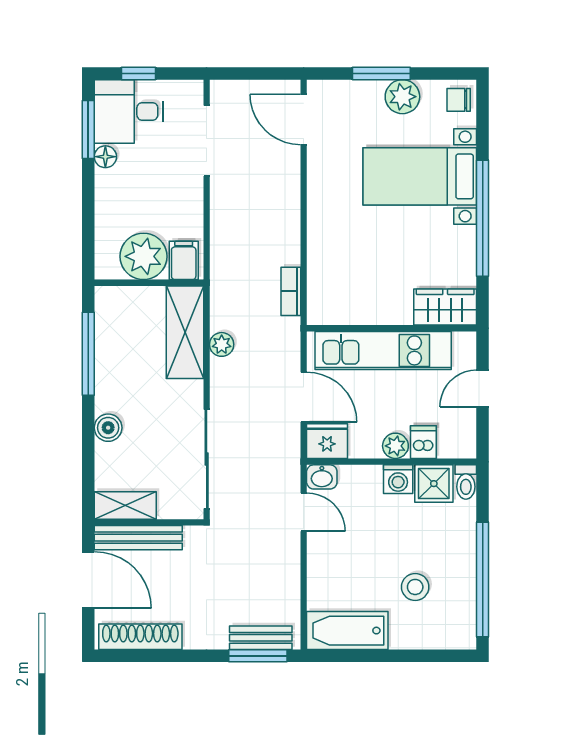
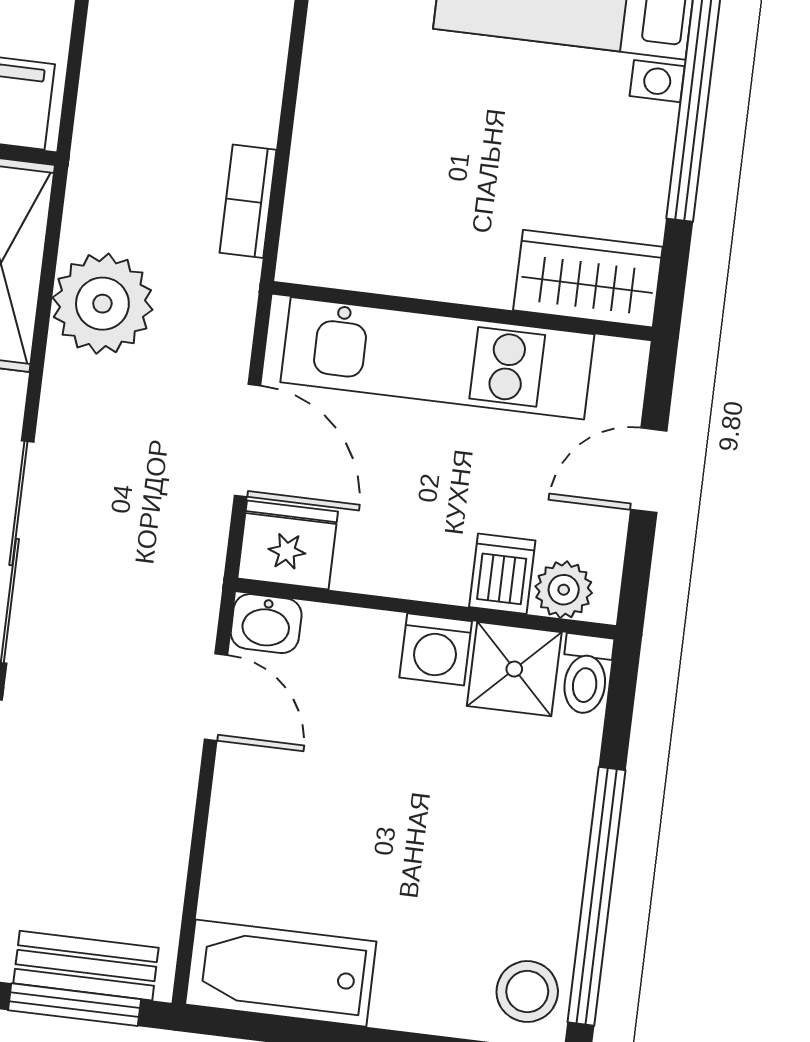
plant: (222, 344) -> (102, 304), width x1.87, depth x1.87
plant: (395, 446) -> (564, 590), moved
stool: (415, 587) -> (527, 992), moved

